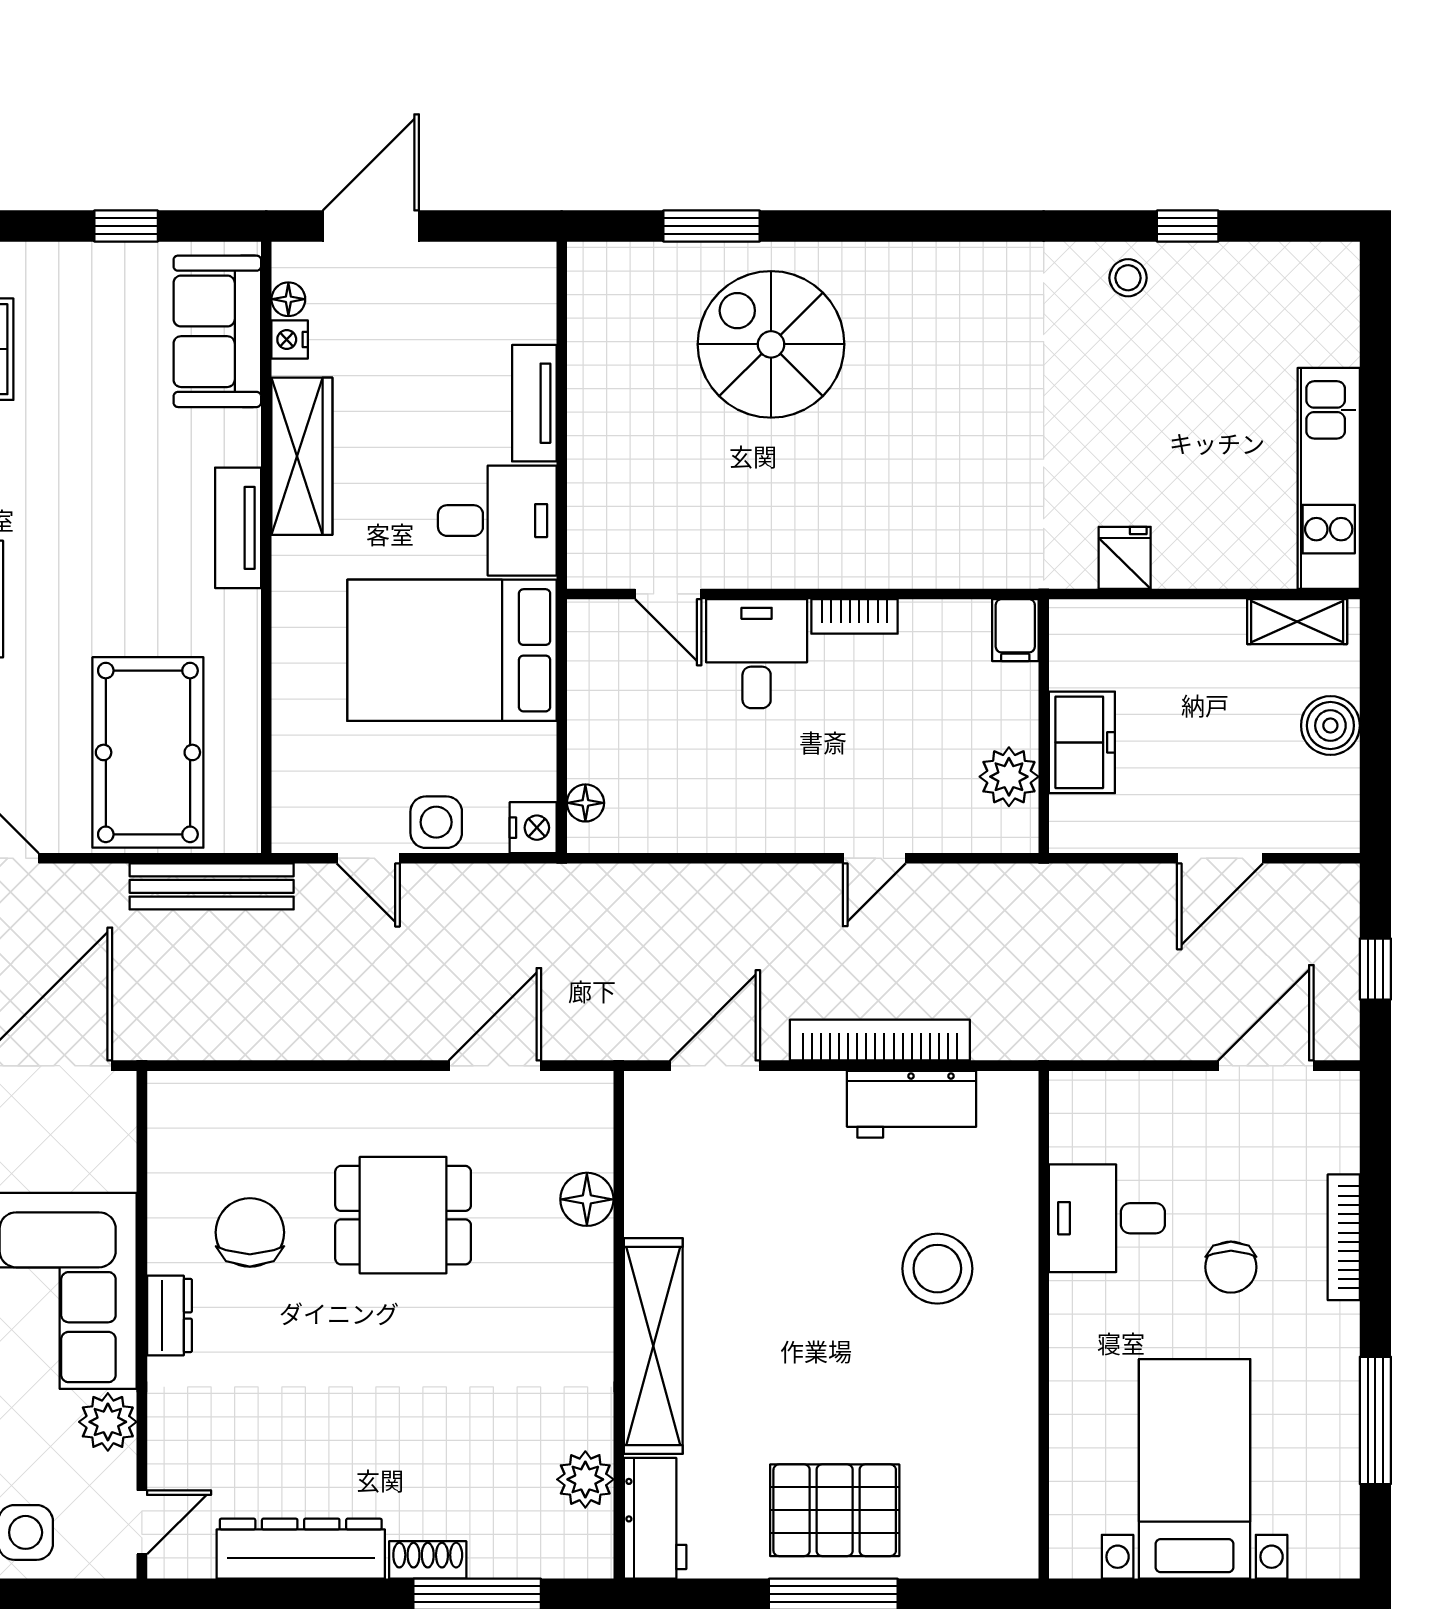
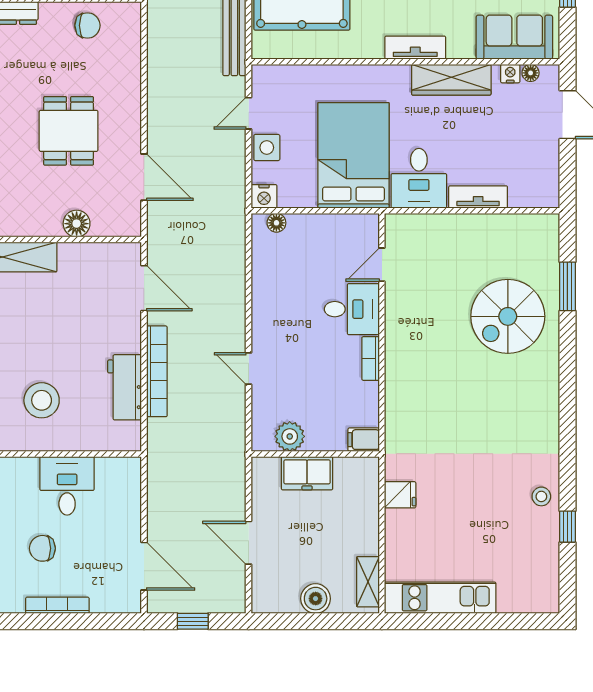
spiral stairs: (771, 344) -> (508, 316), turned 180
chair: (250, 1232) -> (87, 25), moved, width x0.73, depth x0.73

